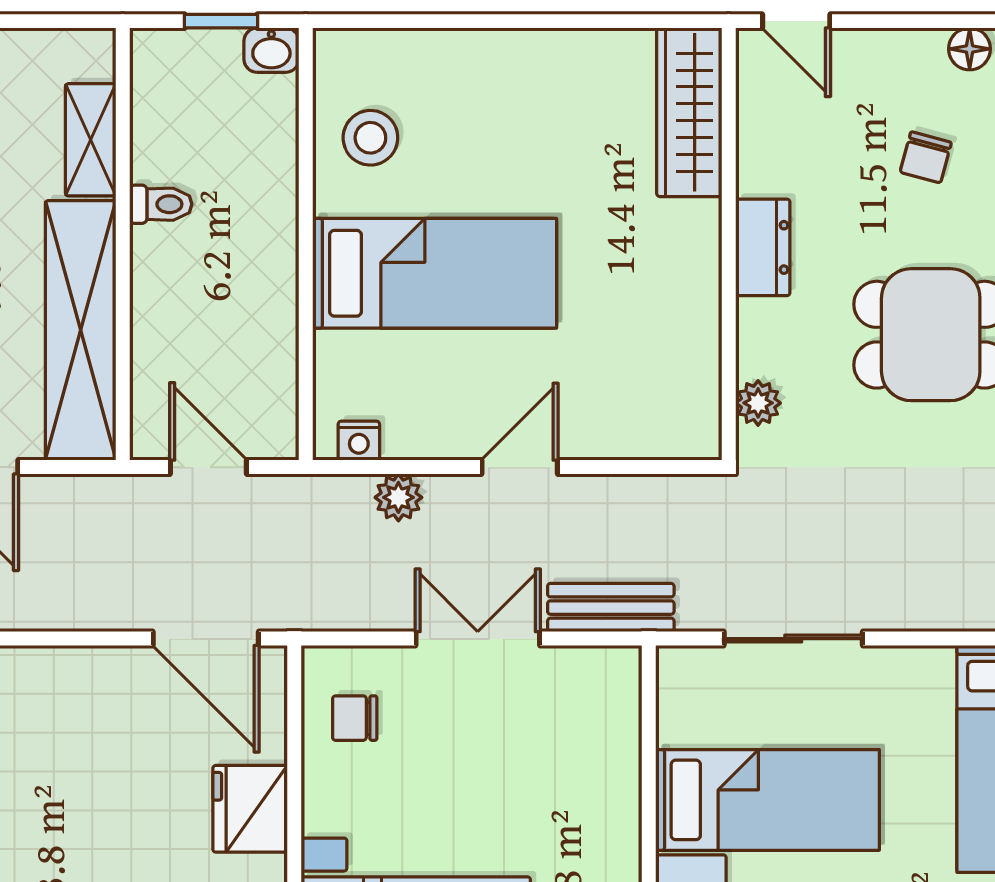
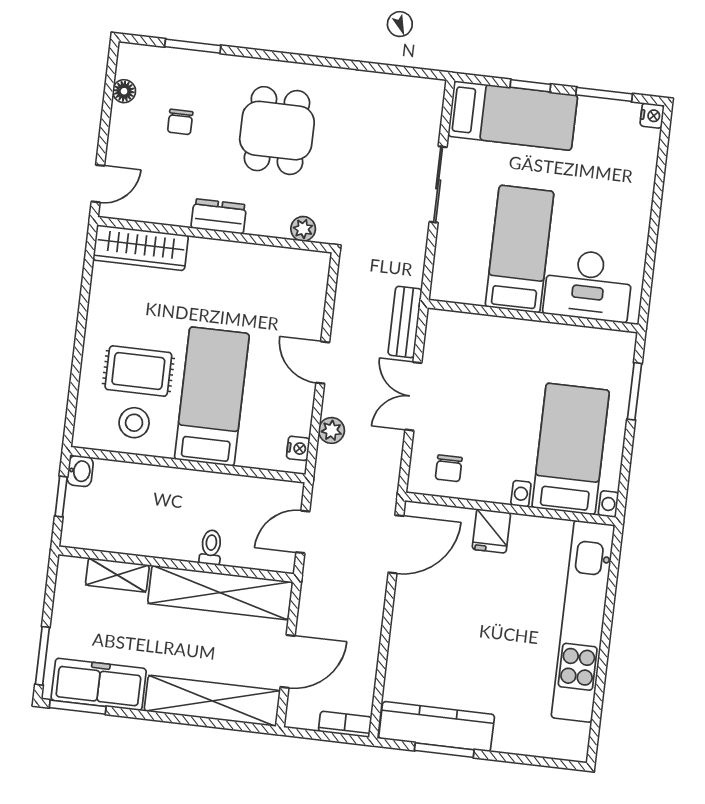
rug: (465, 135) -> (138, 371), added
chair: (926, 157) -> (180, 122), turned 75
toilet: (161, 204) -> (211, 547), moved
sliding door: (793, 639) -> (438, 184), moved
fridge: (250, 809) -> (491, 531), width x0.72

